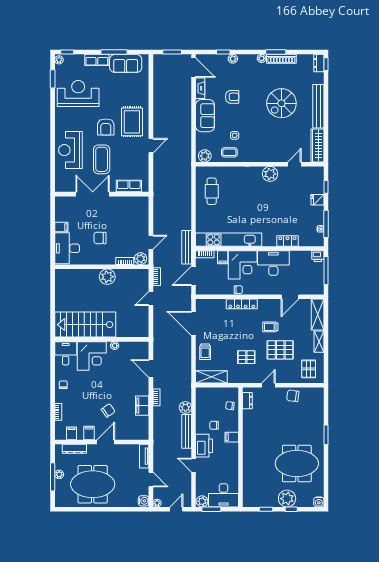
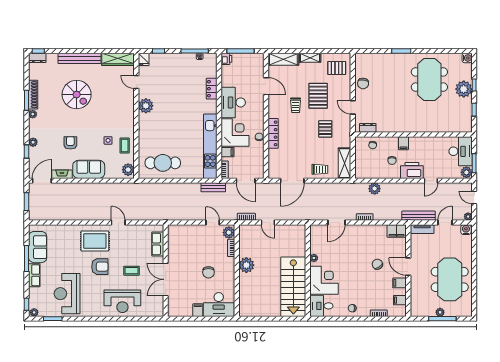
coffee table: (102, 159) -> (132, 271), width x0.54, depth x0.58
cafe table: (212, 191) -> (163, 163), width x1.37, depth x1.35
fridge: (317, 200) -> (144, 59), moved
bench: (187, 247) -> (213, 187), width x0.73
filing cabinet: (142, 406) -> (397, 231), moved
bench: (187, 431) -> (419, 216), moved
dresser: (74, 449) -> (415, 297), removed

